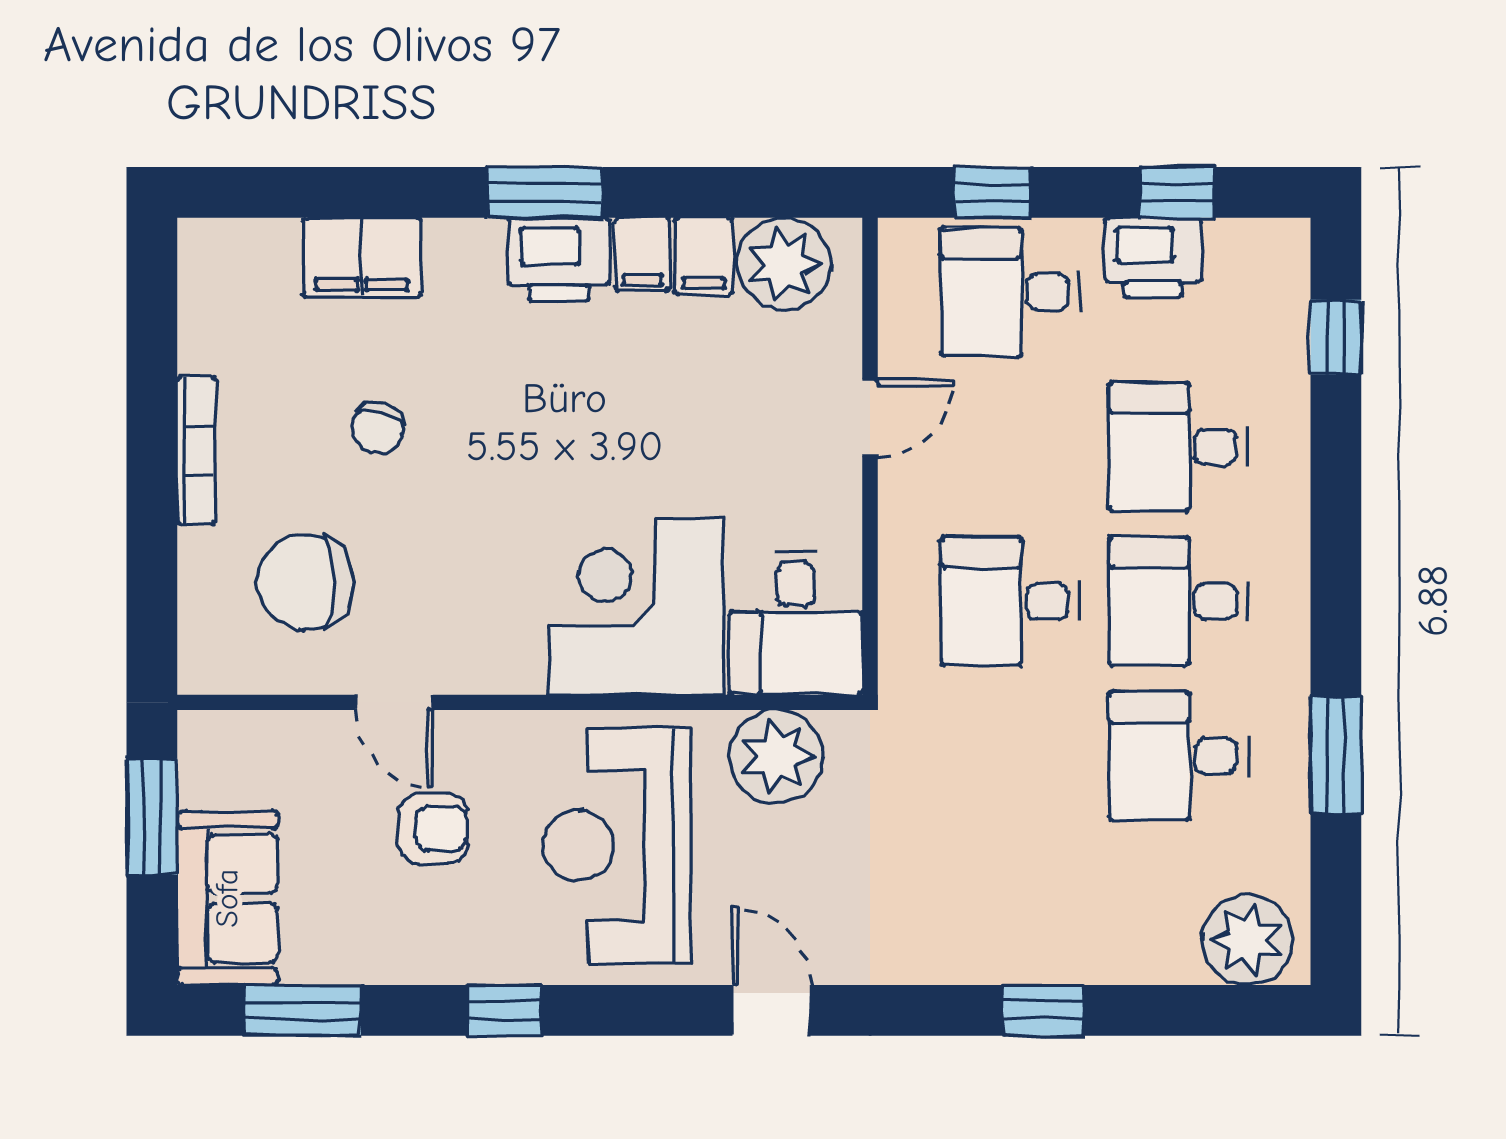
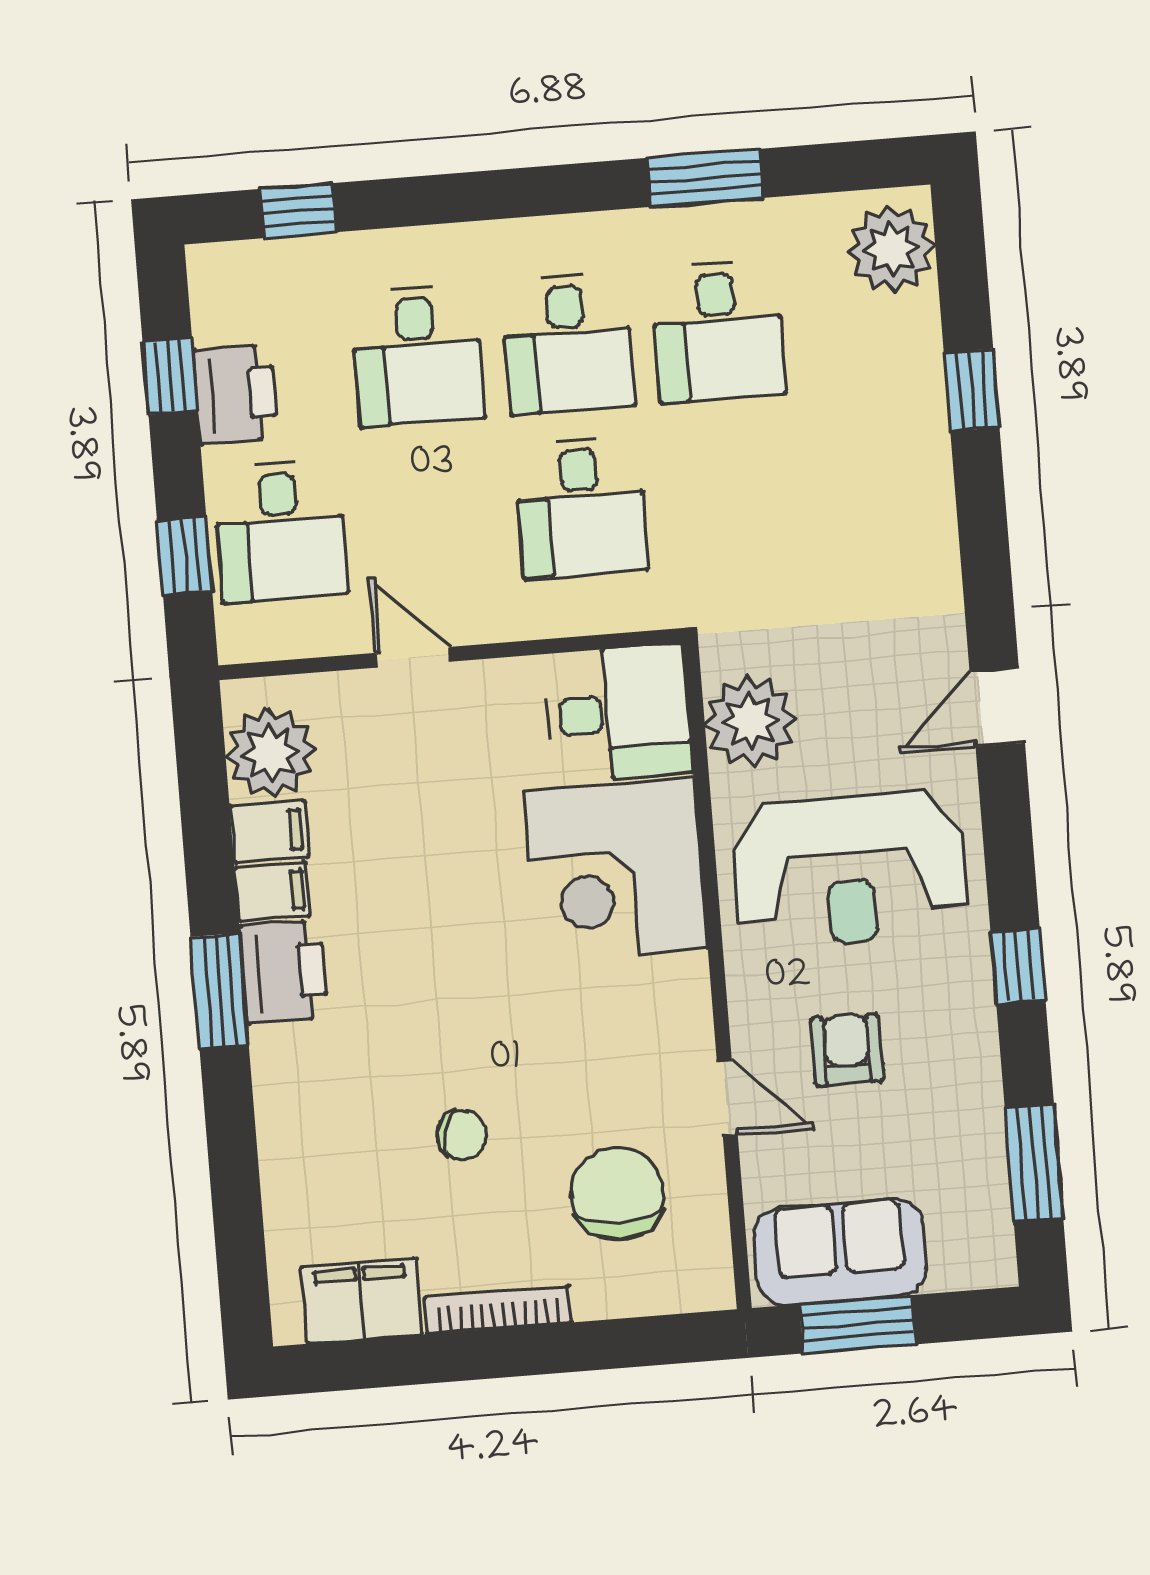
filing cabinet: (362, 257) -> (361, 1301), moved, turned -90
chair: (305, 582) -> (617, 1194), turned 180
door: (394, 702) -> (727, 1098), hinge flipped
sofa: (227, 898) -> (840, 1252), moved
window: (1043, 1010) -> (972, 390), moved

